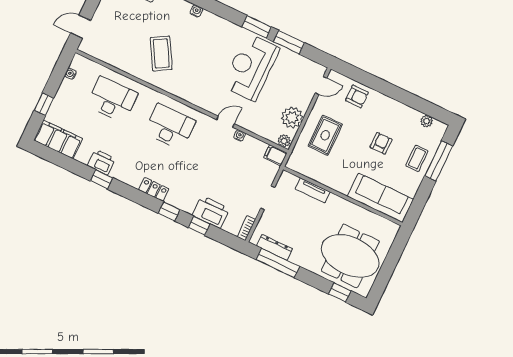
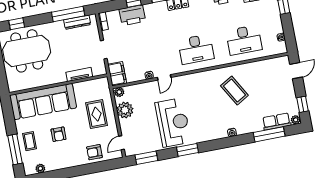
window: (289, 42) -> (146, 158), moved
filing cabinet: (275, 155) -> (117, 74), width x2.00
sofa: (380, 198) -> (43, 101), width x1.36, depth x1.27

